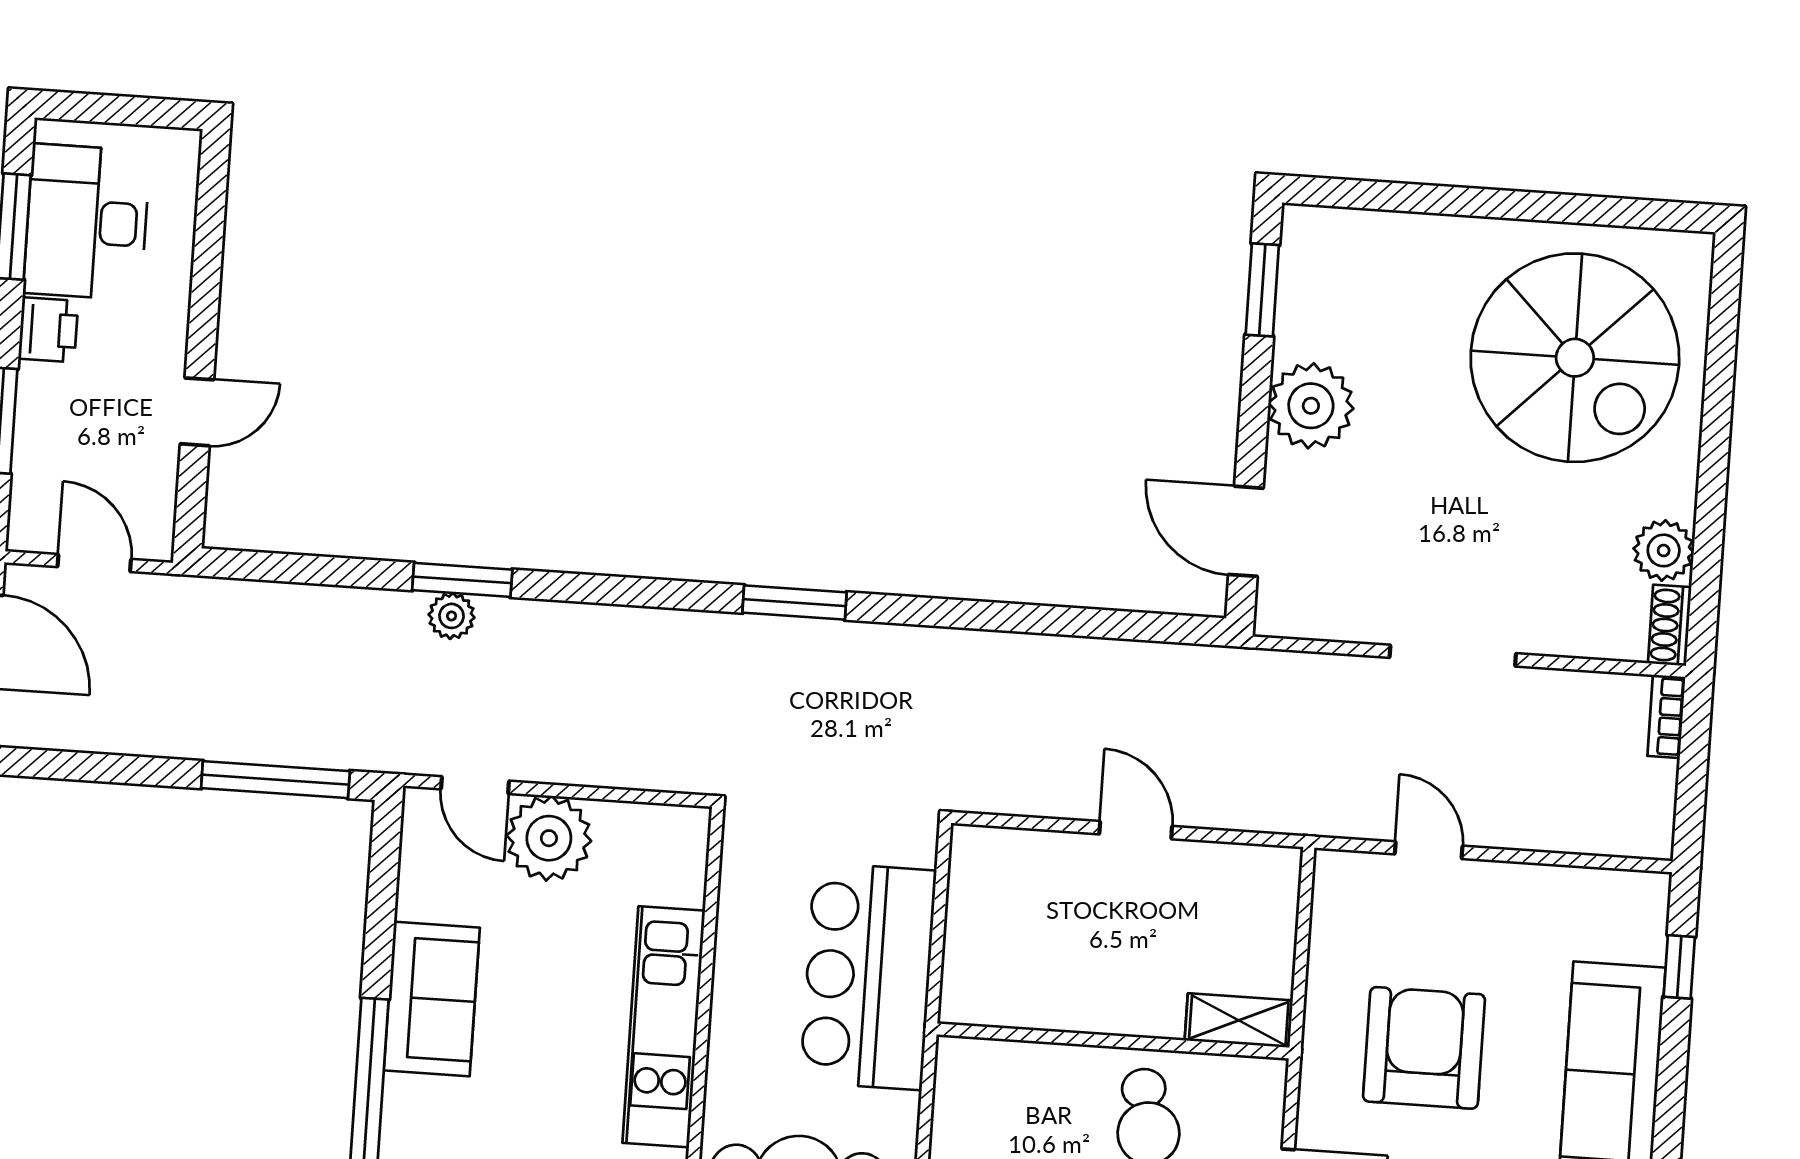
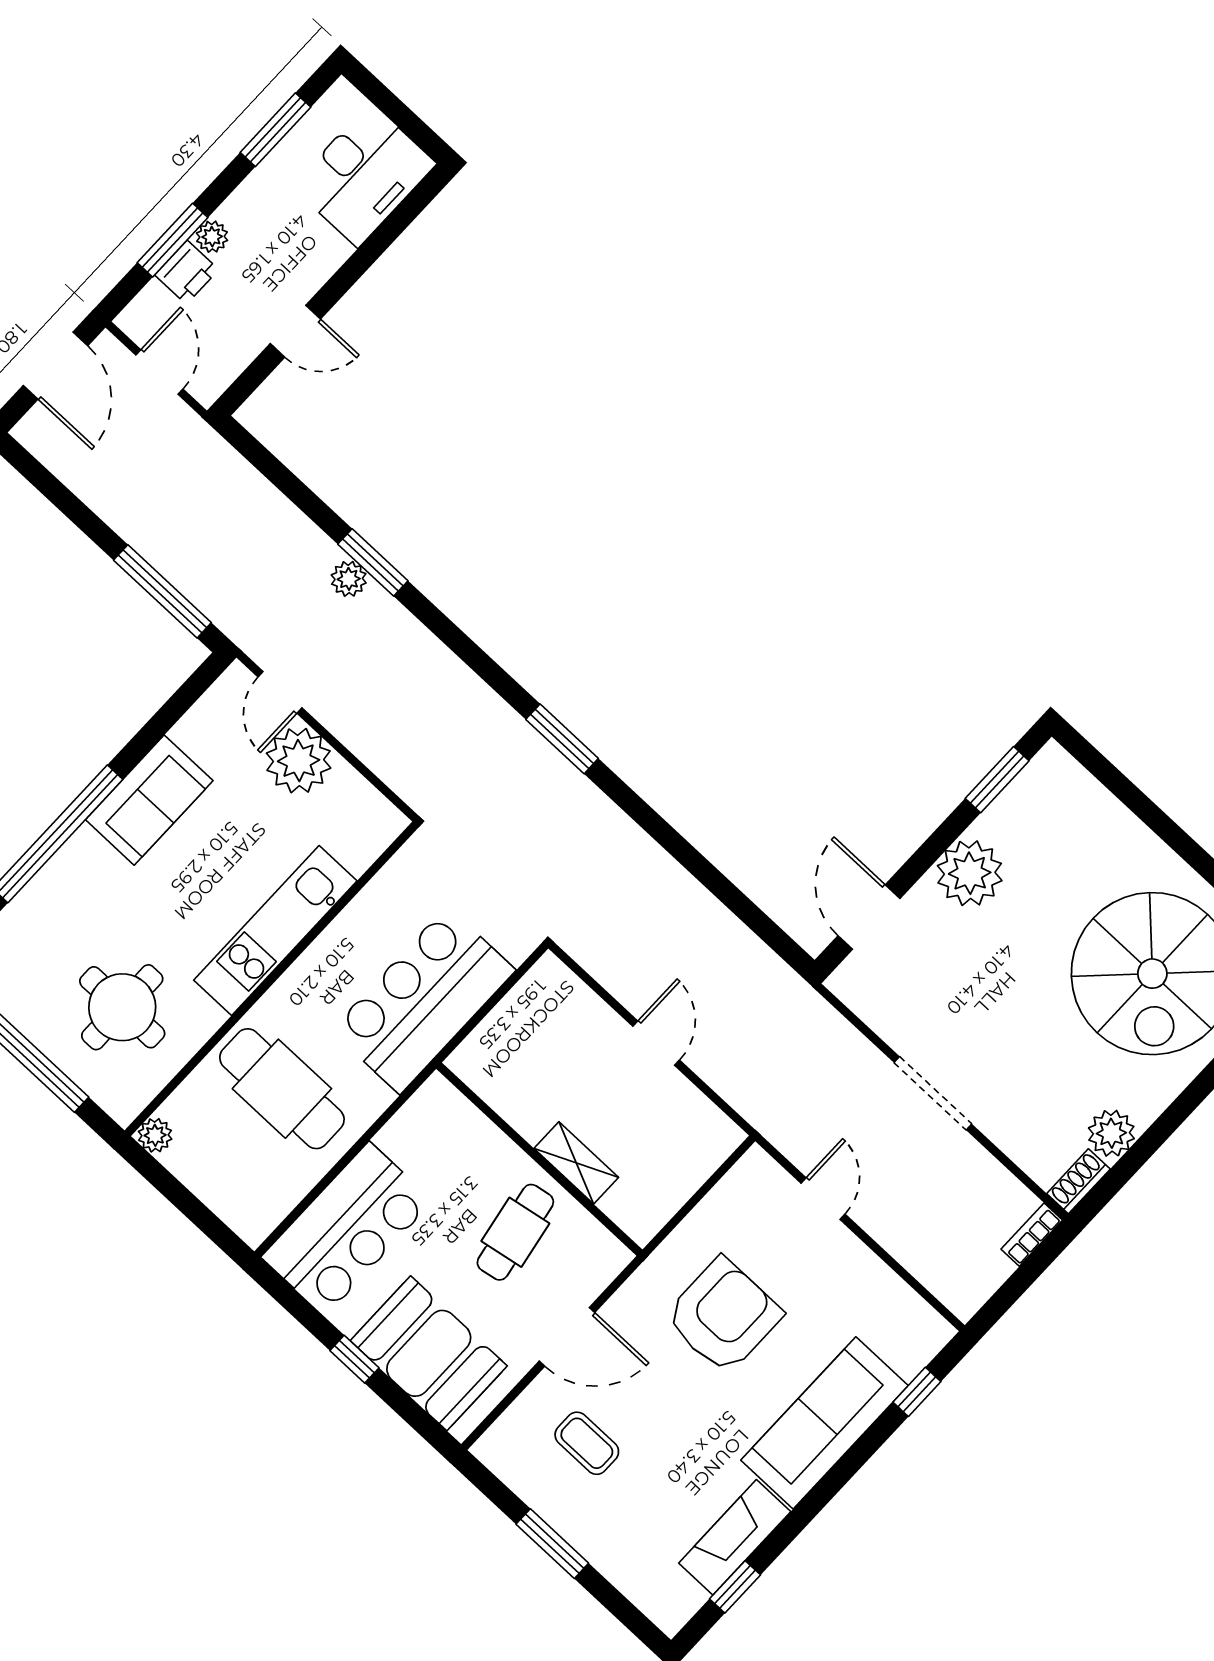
desk: (87, 222) -> (364, 175), moved, turned 180
printer: (48, 330) -> (187, 272), moved
plant: (37, 385) -> (212, 237), added
shelving: (1239, 1020) -> (576, 1163), moved

